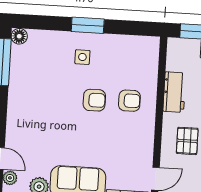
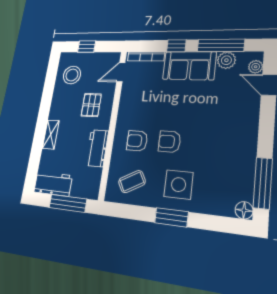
side table: (82, 57) -> (179, 185), width x1.87, depth x1.87
coffee table: (131, 58) -> (132, 182), added

